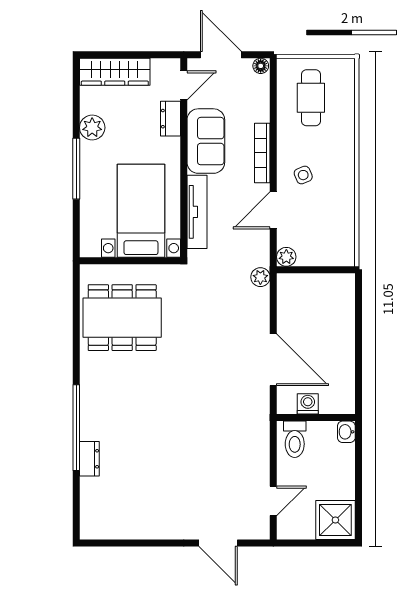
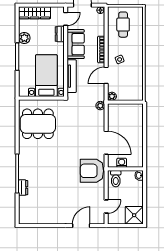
armchair: (242, 422) -> (92, 171), added
door: (218, 543) -> (81, 226), swing flipped

